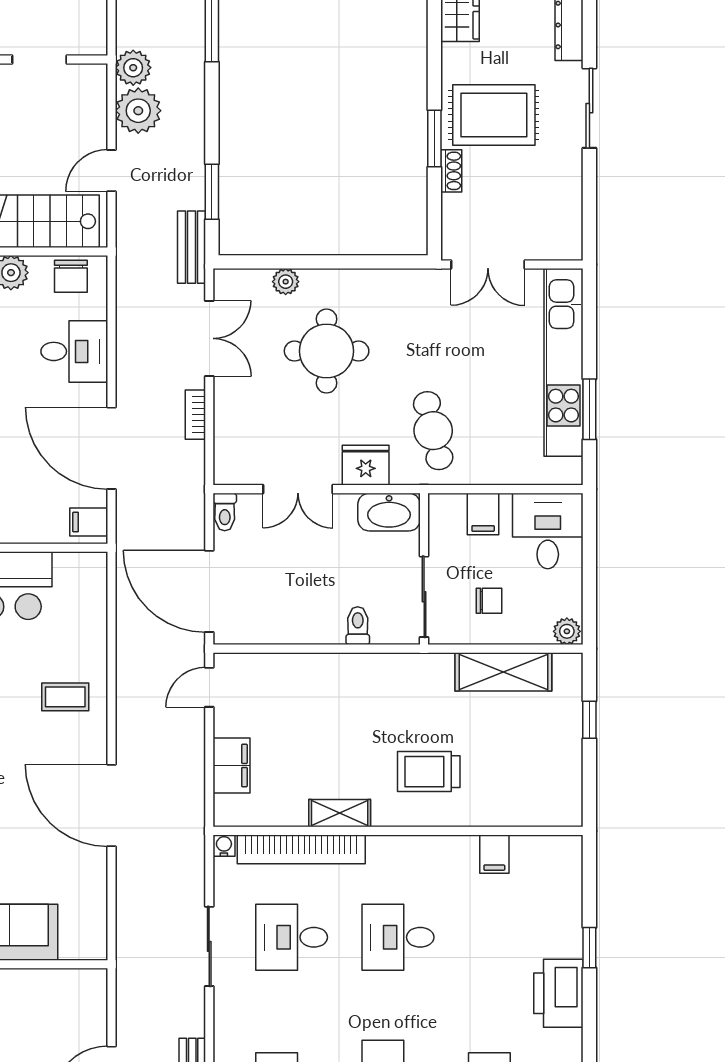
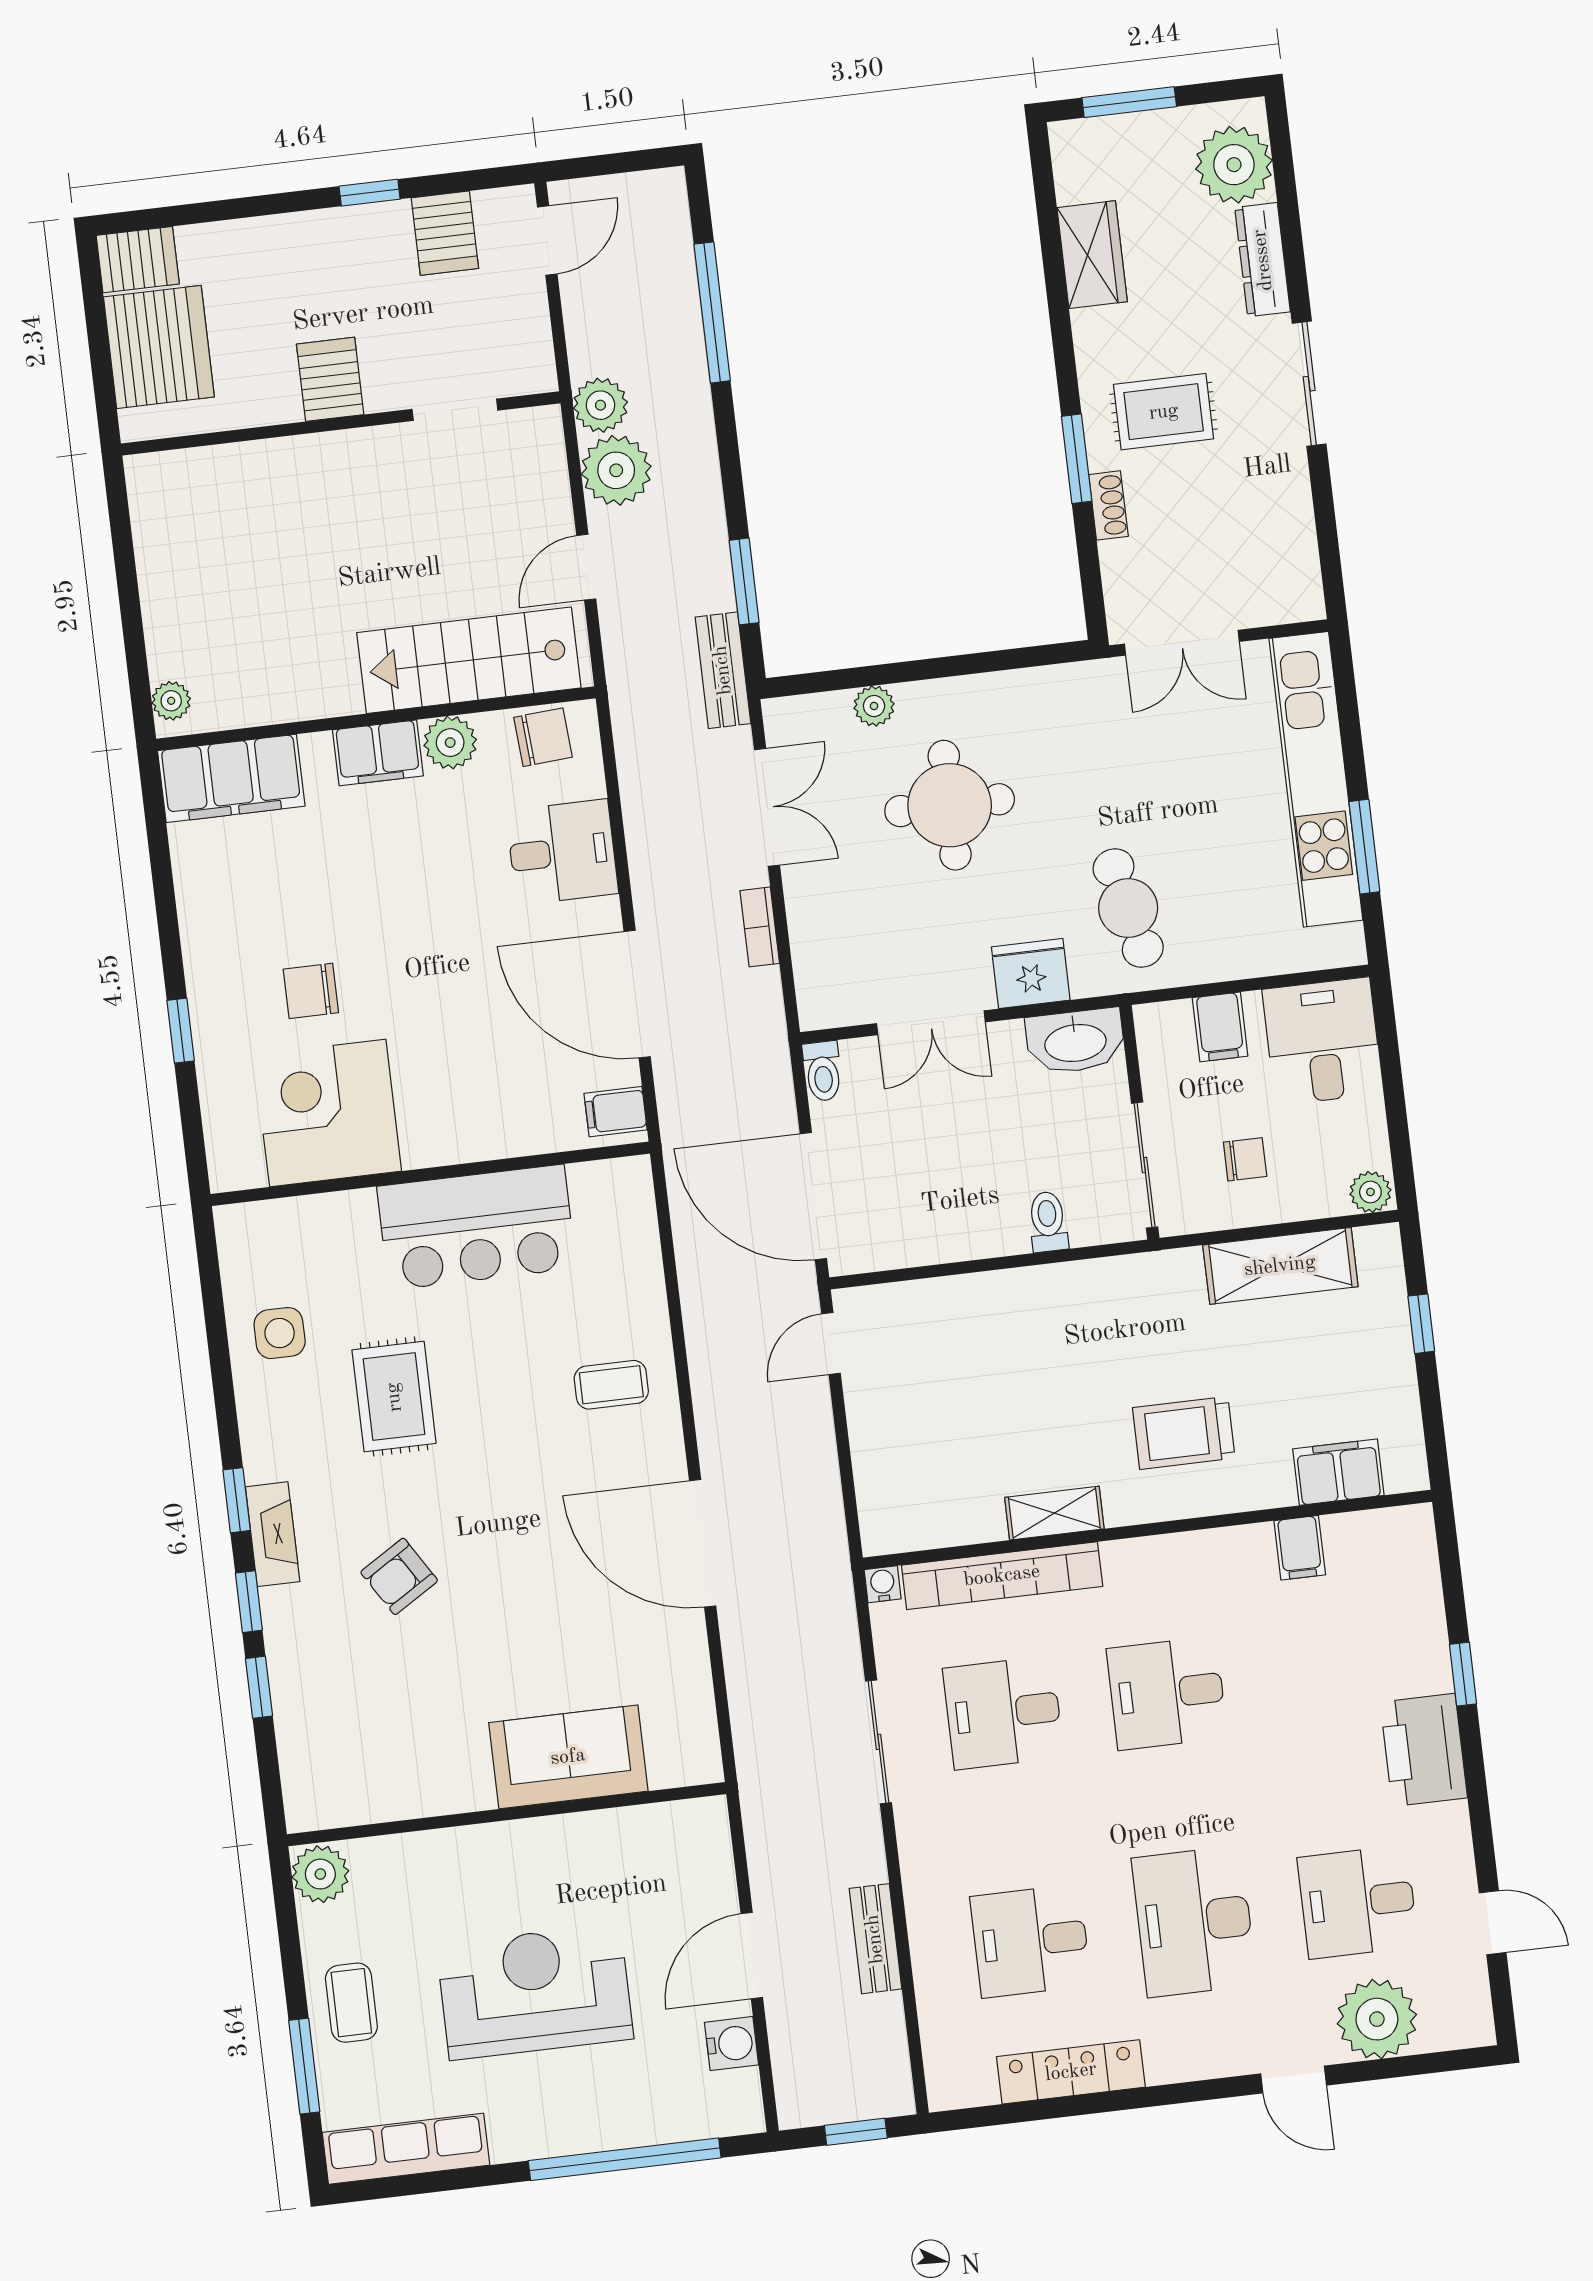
rug: (494, 115) -> (1164, 412), width x0.73, depth x0.70
chair: (71, 276) -> (543, 737), turned -94
filing cabinet: (232, 765) -> (1338, 1472), moved, turned -90

